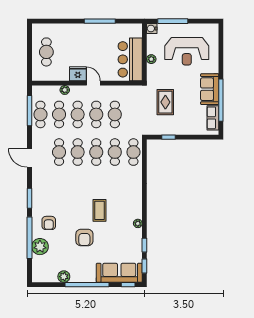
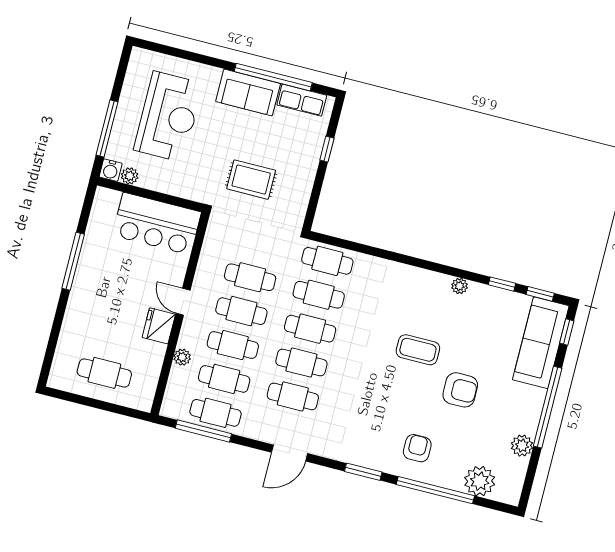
plant: (151, 59) -> (130, 176), moved
door: (93, 83) -> (183, 302), hinge flipped
window: (169, 137) -> (327, 149), moved
armchair: (49, 223) -> (417, 448), turned -90
plant: (40, 247) -> (480, 481), moved

